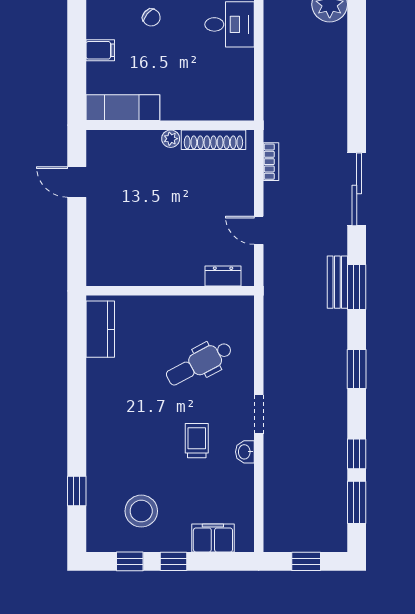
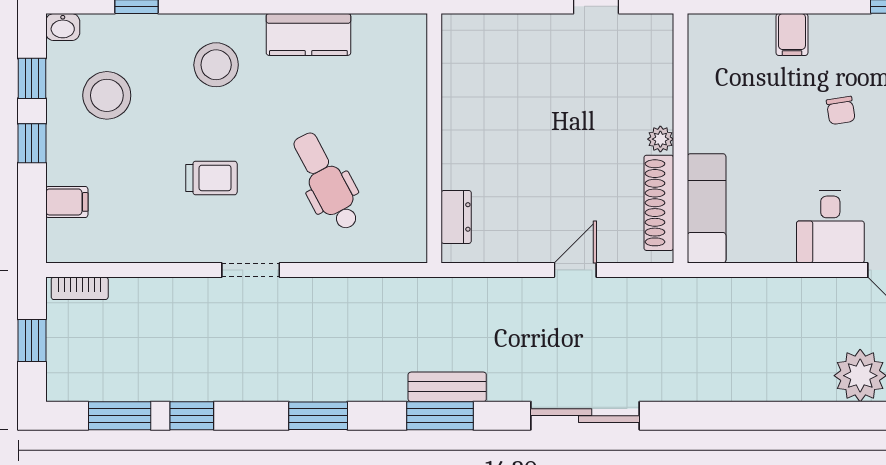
chair: (151, 17) -> (841, 110), turned -49
exam couch: (123, 108) -> (707, 208), moved
bookcase: (271, 162) -> (80, 288), moved
door: (259, 230) -> (575, 270), moved
kitchen counter: (100, 329) -> (308, 34), moved
stool: (121, 438) -> (216, 65), added
washbasin: (245, 452) -> (63, 27), moved, turned 180
filing cabinet: (213, 538) -> (67, 202), width x0.50

